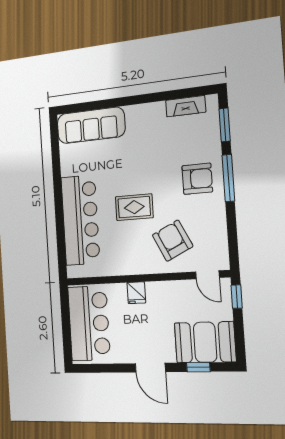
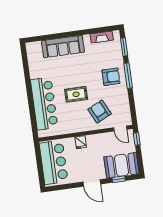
sofa: (91, 125) -> (63, 47), moved

